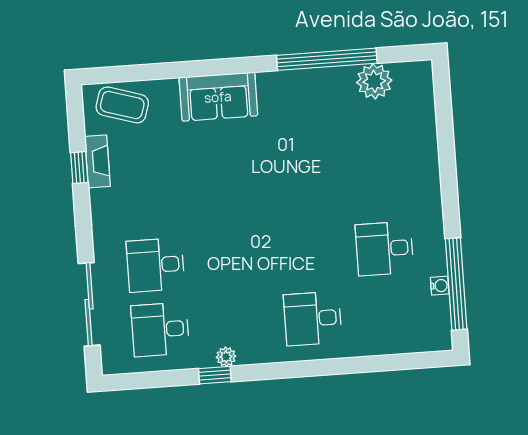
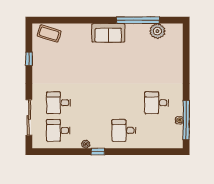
sofa: (218, 97) -> (108, 33), moved
fireplace: (97, 161) -> (37, 57), removed
window: (215, 375) -> (98, 152), moved

